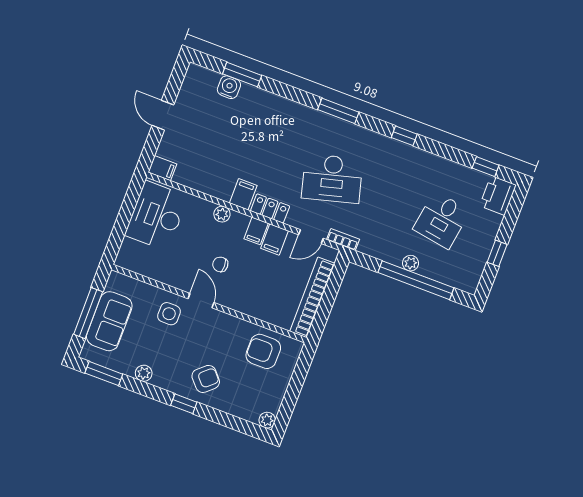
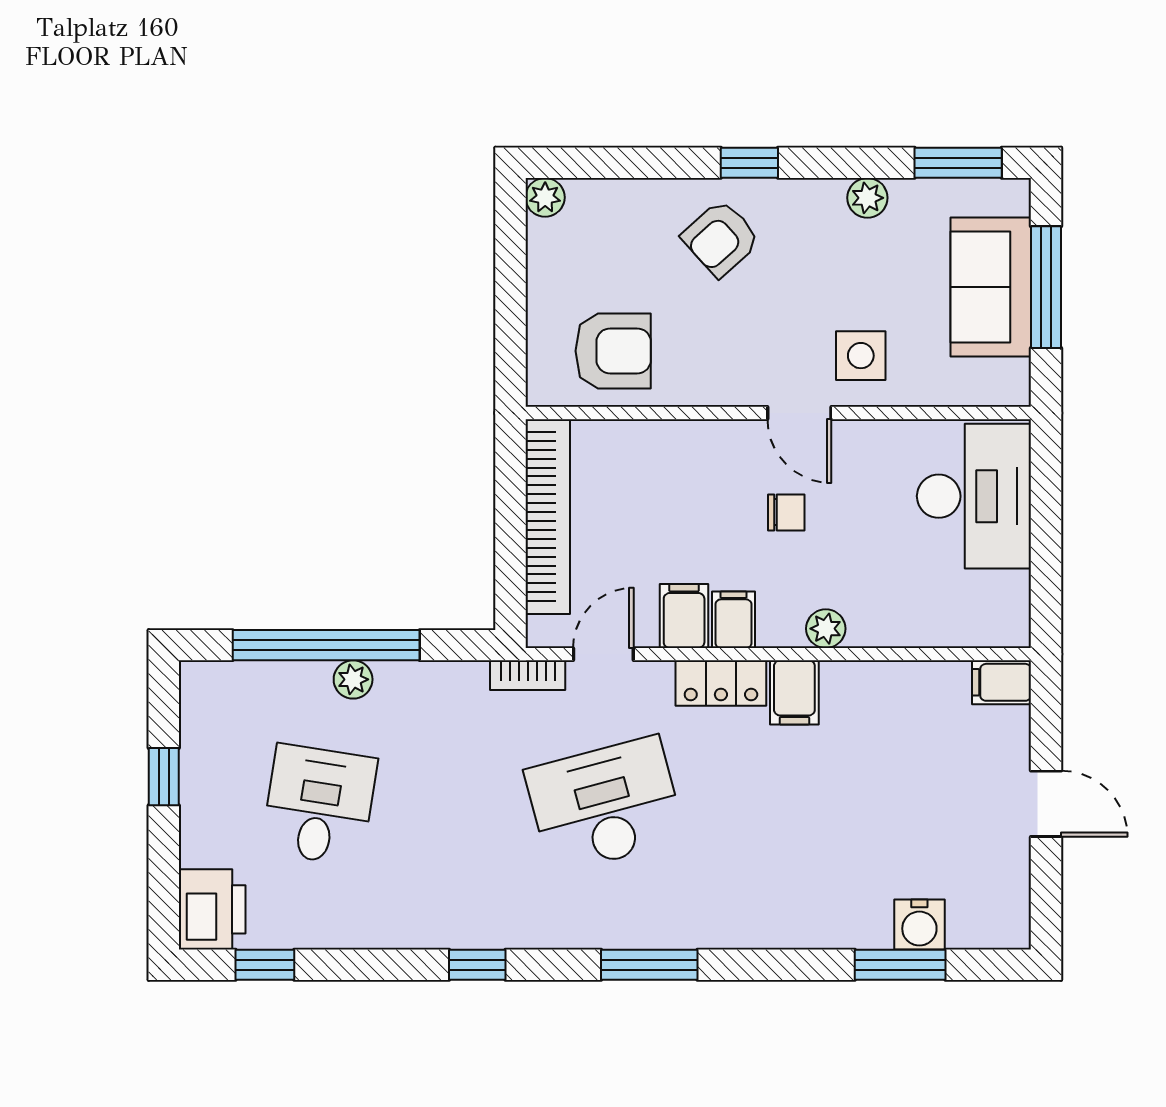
desk: (156, 216) -> (974, 496), moved

